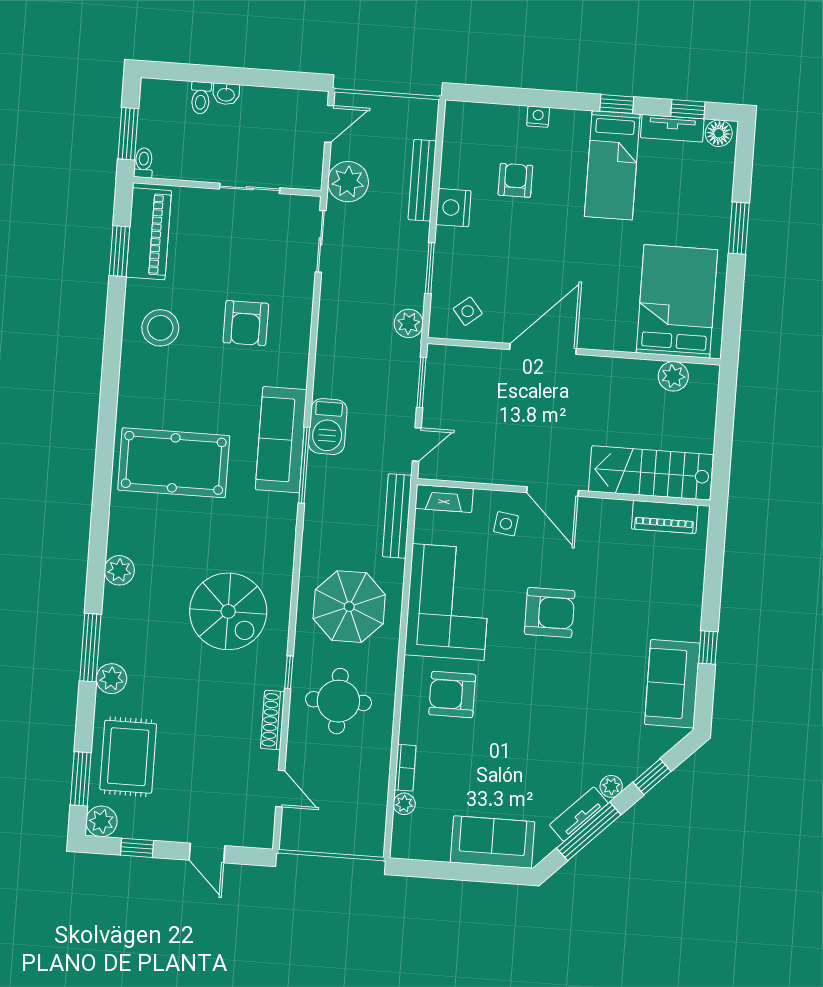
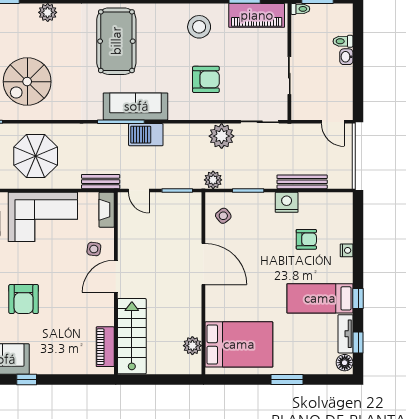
plant: (348, 182) -> (222, 136), moved
armchair: (246, 323) -> (206, 79), turned 180
bench: (397, 516) -> (101, 182), width x0.73
armchair: (550, 613) -> (24, 299), moved

